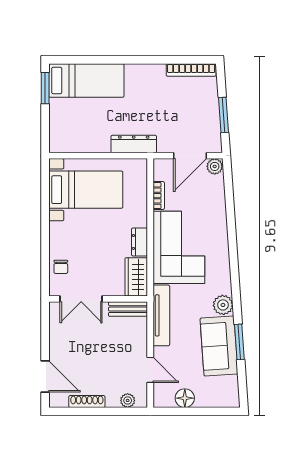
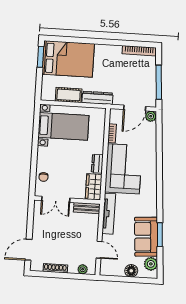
bed: (86, 81) -> (68, 59), width x1.50
window: (223, 115) -> (159, 82), width x1.44
cot: (90, 142) -> (69, 95), added
plant: (223, 305) -> (151, 264), moved
door: (45, 377) -> (28, 250), swing flipped
floor lamp: (185, 398) -> (131, 271), moved

